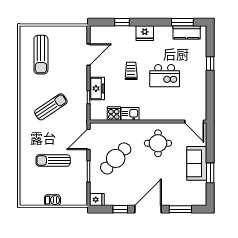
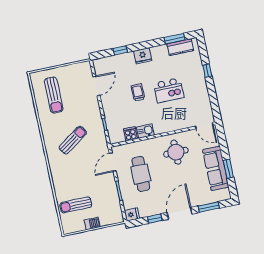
freezer: (97, 88) -> (111, 115), removed
cafe table: (116, 158) -> (141, 174), turned -43
sun lounger: (53, 161) -> (76, 205), moved
sofa: (197, 163) -> (216, 168), width x1.36

